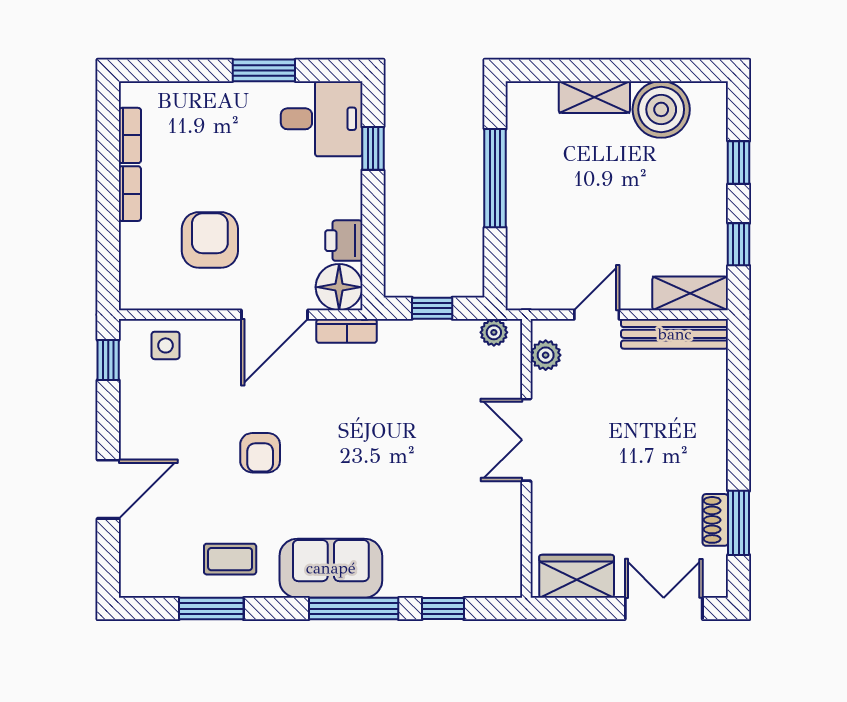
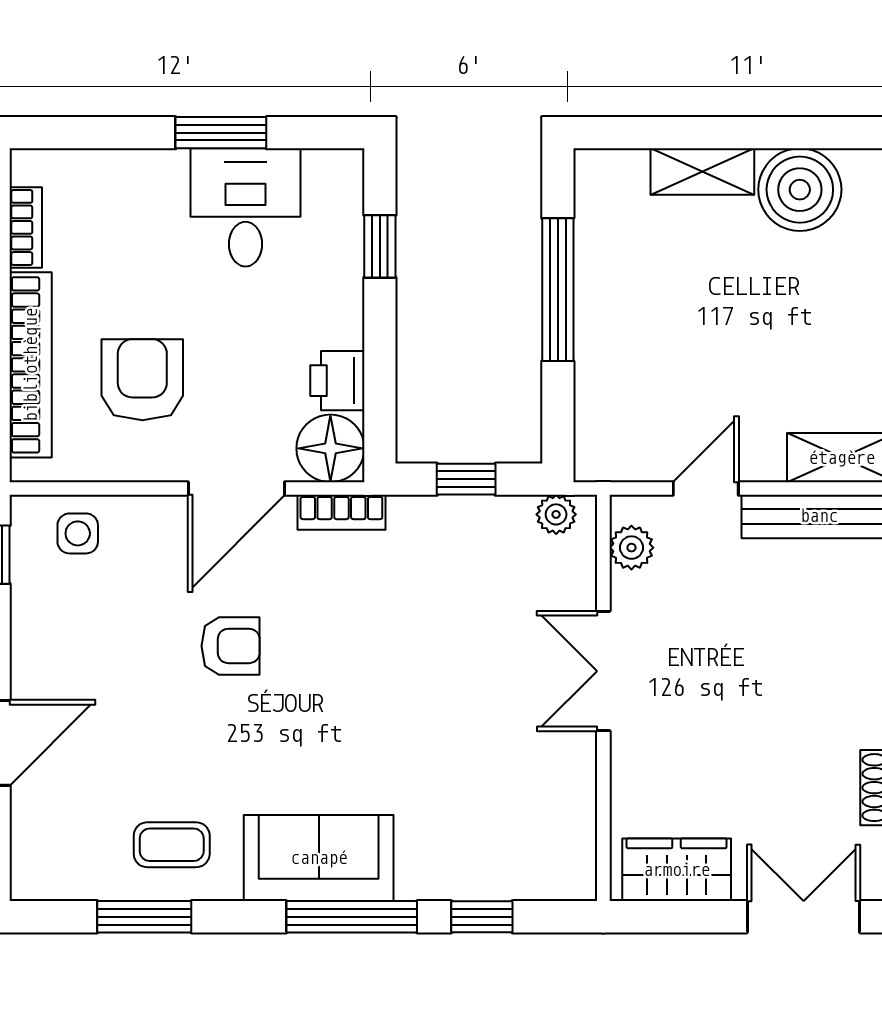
desk: (322, 119) -> (246, 207), moved, turned -90
bookcase: (130, 194) -> (31, 365), width x2.31, depth x1.31
armchair: (260, 453) -> (231, 646), moved, turned -90

